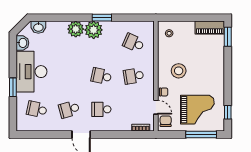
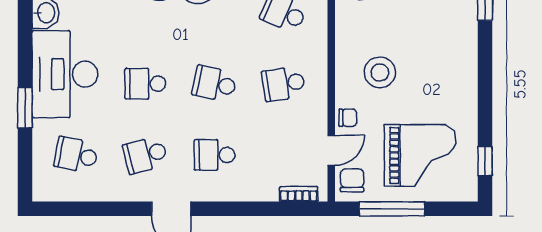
school desk: (69, 76) -> (145, 84), added
door: (156, 107) -> (331, 150), hinge flipped
window: (201, 134) -> (392, 209), moved

